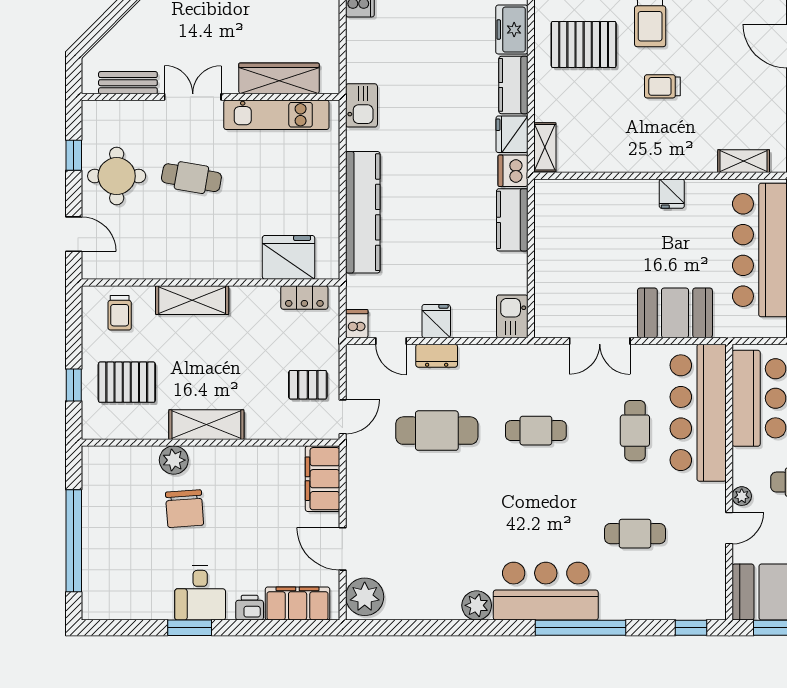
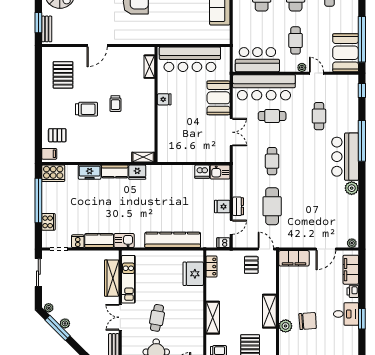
pallet: (584, 44) -> (96, 139), removed
dishwasher: (513, 171) -> (202, 172), moved
kitchen counter: (512, 220) -> (99, 241), moved, turned 180
plant: (365, 597) -> (352, 243), width x0.53, depth x0.53

